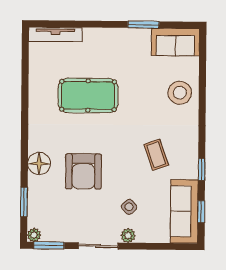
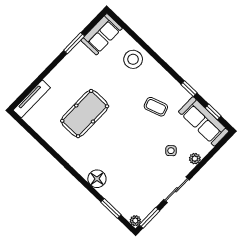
armchair: (83, 171) -> (126, 158), removed
plant: (128, 236) -> (195, 159), moved

